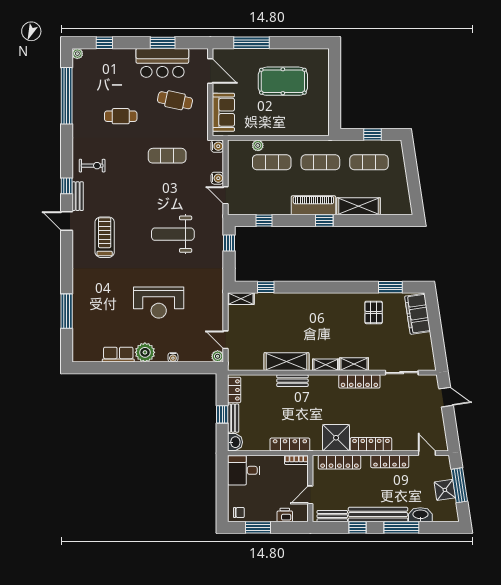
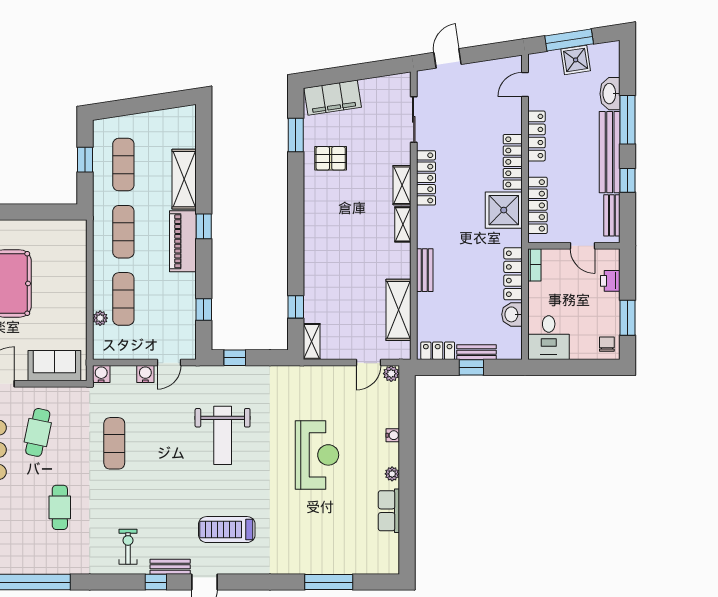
plant: (145, 352) -> (392, 474), width x0.53, depth x0.53
shelving: (287, 362) -> (399, 310), moved
washbasin: (235, 442) -> (512, 314), moved, turned -90

